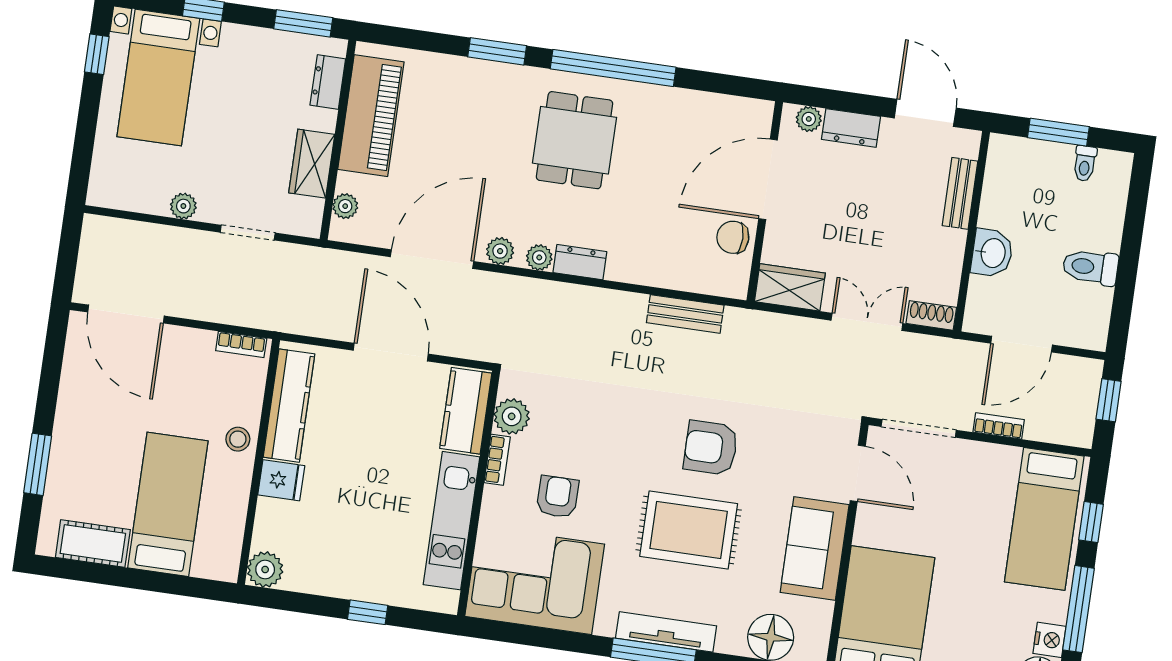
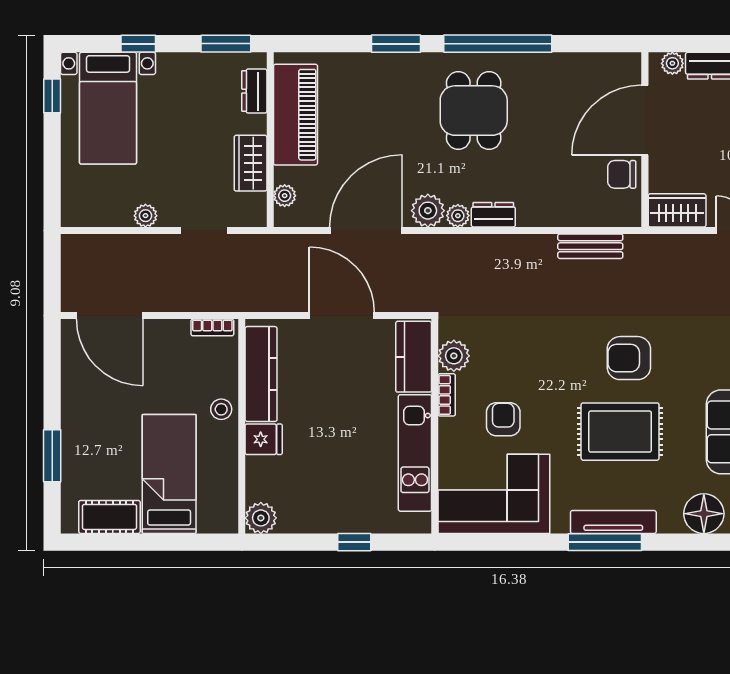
plant: (500, 251) -> (428, 211), width x1.38, depth x1.38

